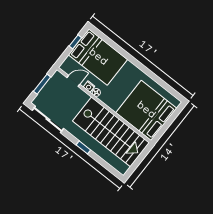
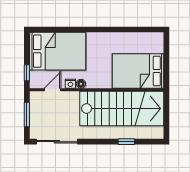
window: (75, 42) -> (27, 73), moved
bed: (146, 110) -> (138, 71), width x0.73
window: (83, 147) -> (126, 142), moved

